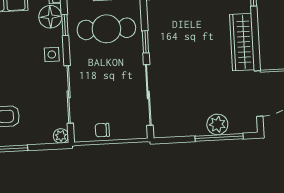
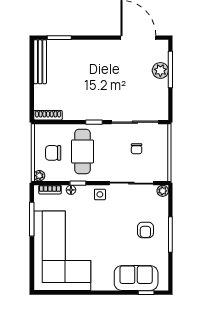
floor lamp: (50, 17) -> (71, 190), width x0.53, depth x0.53
wardrobe: (242, 42) -> (98, 48), removed
chair: (102, 130) -> (137, 149), moved

